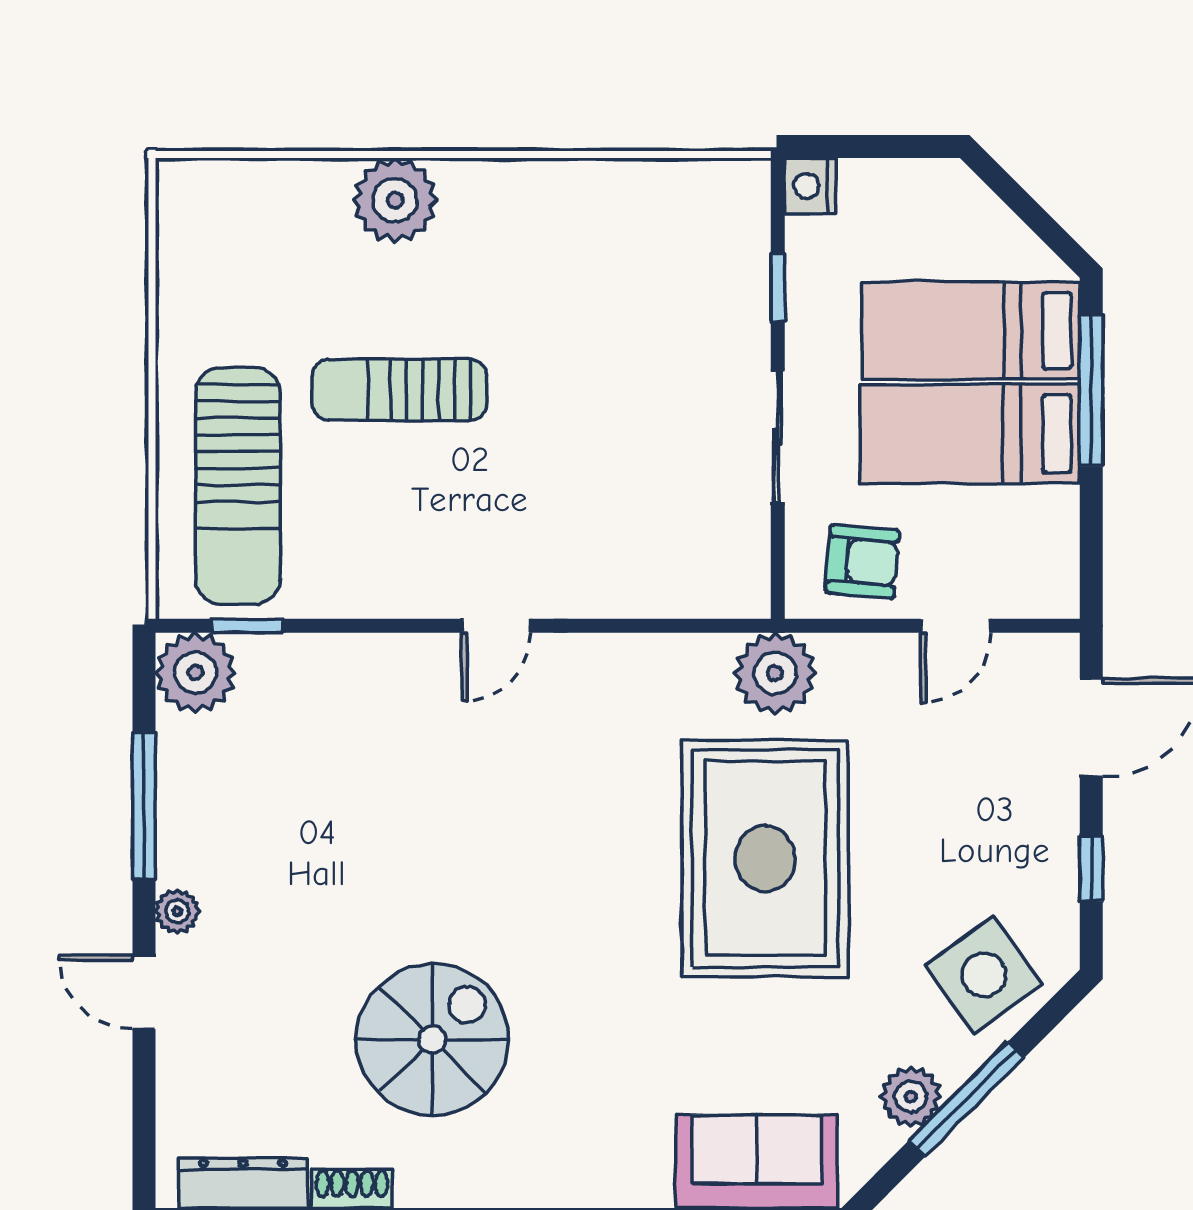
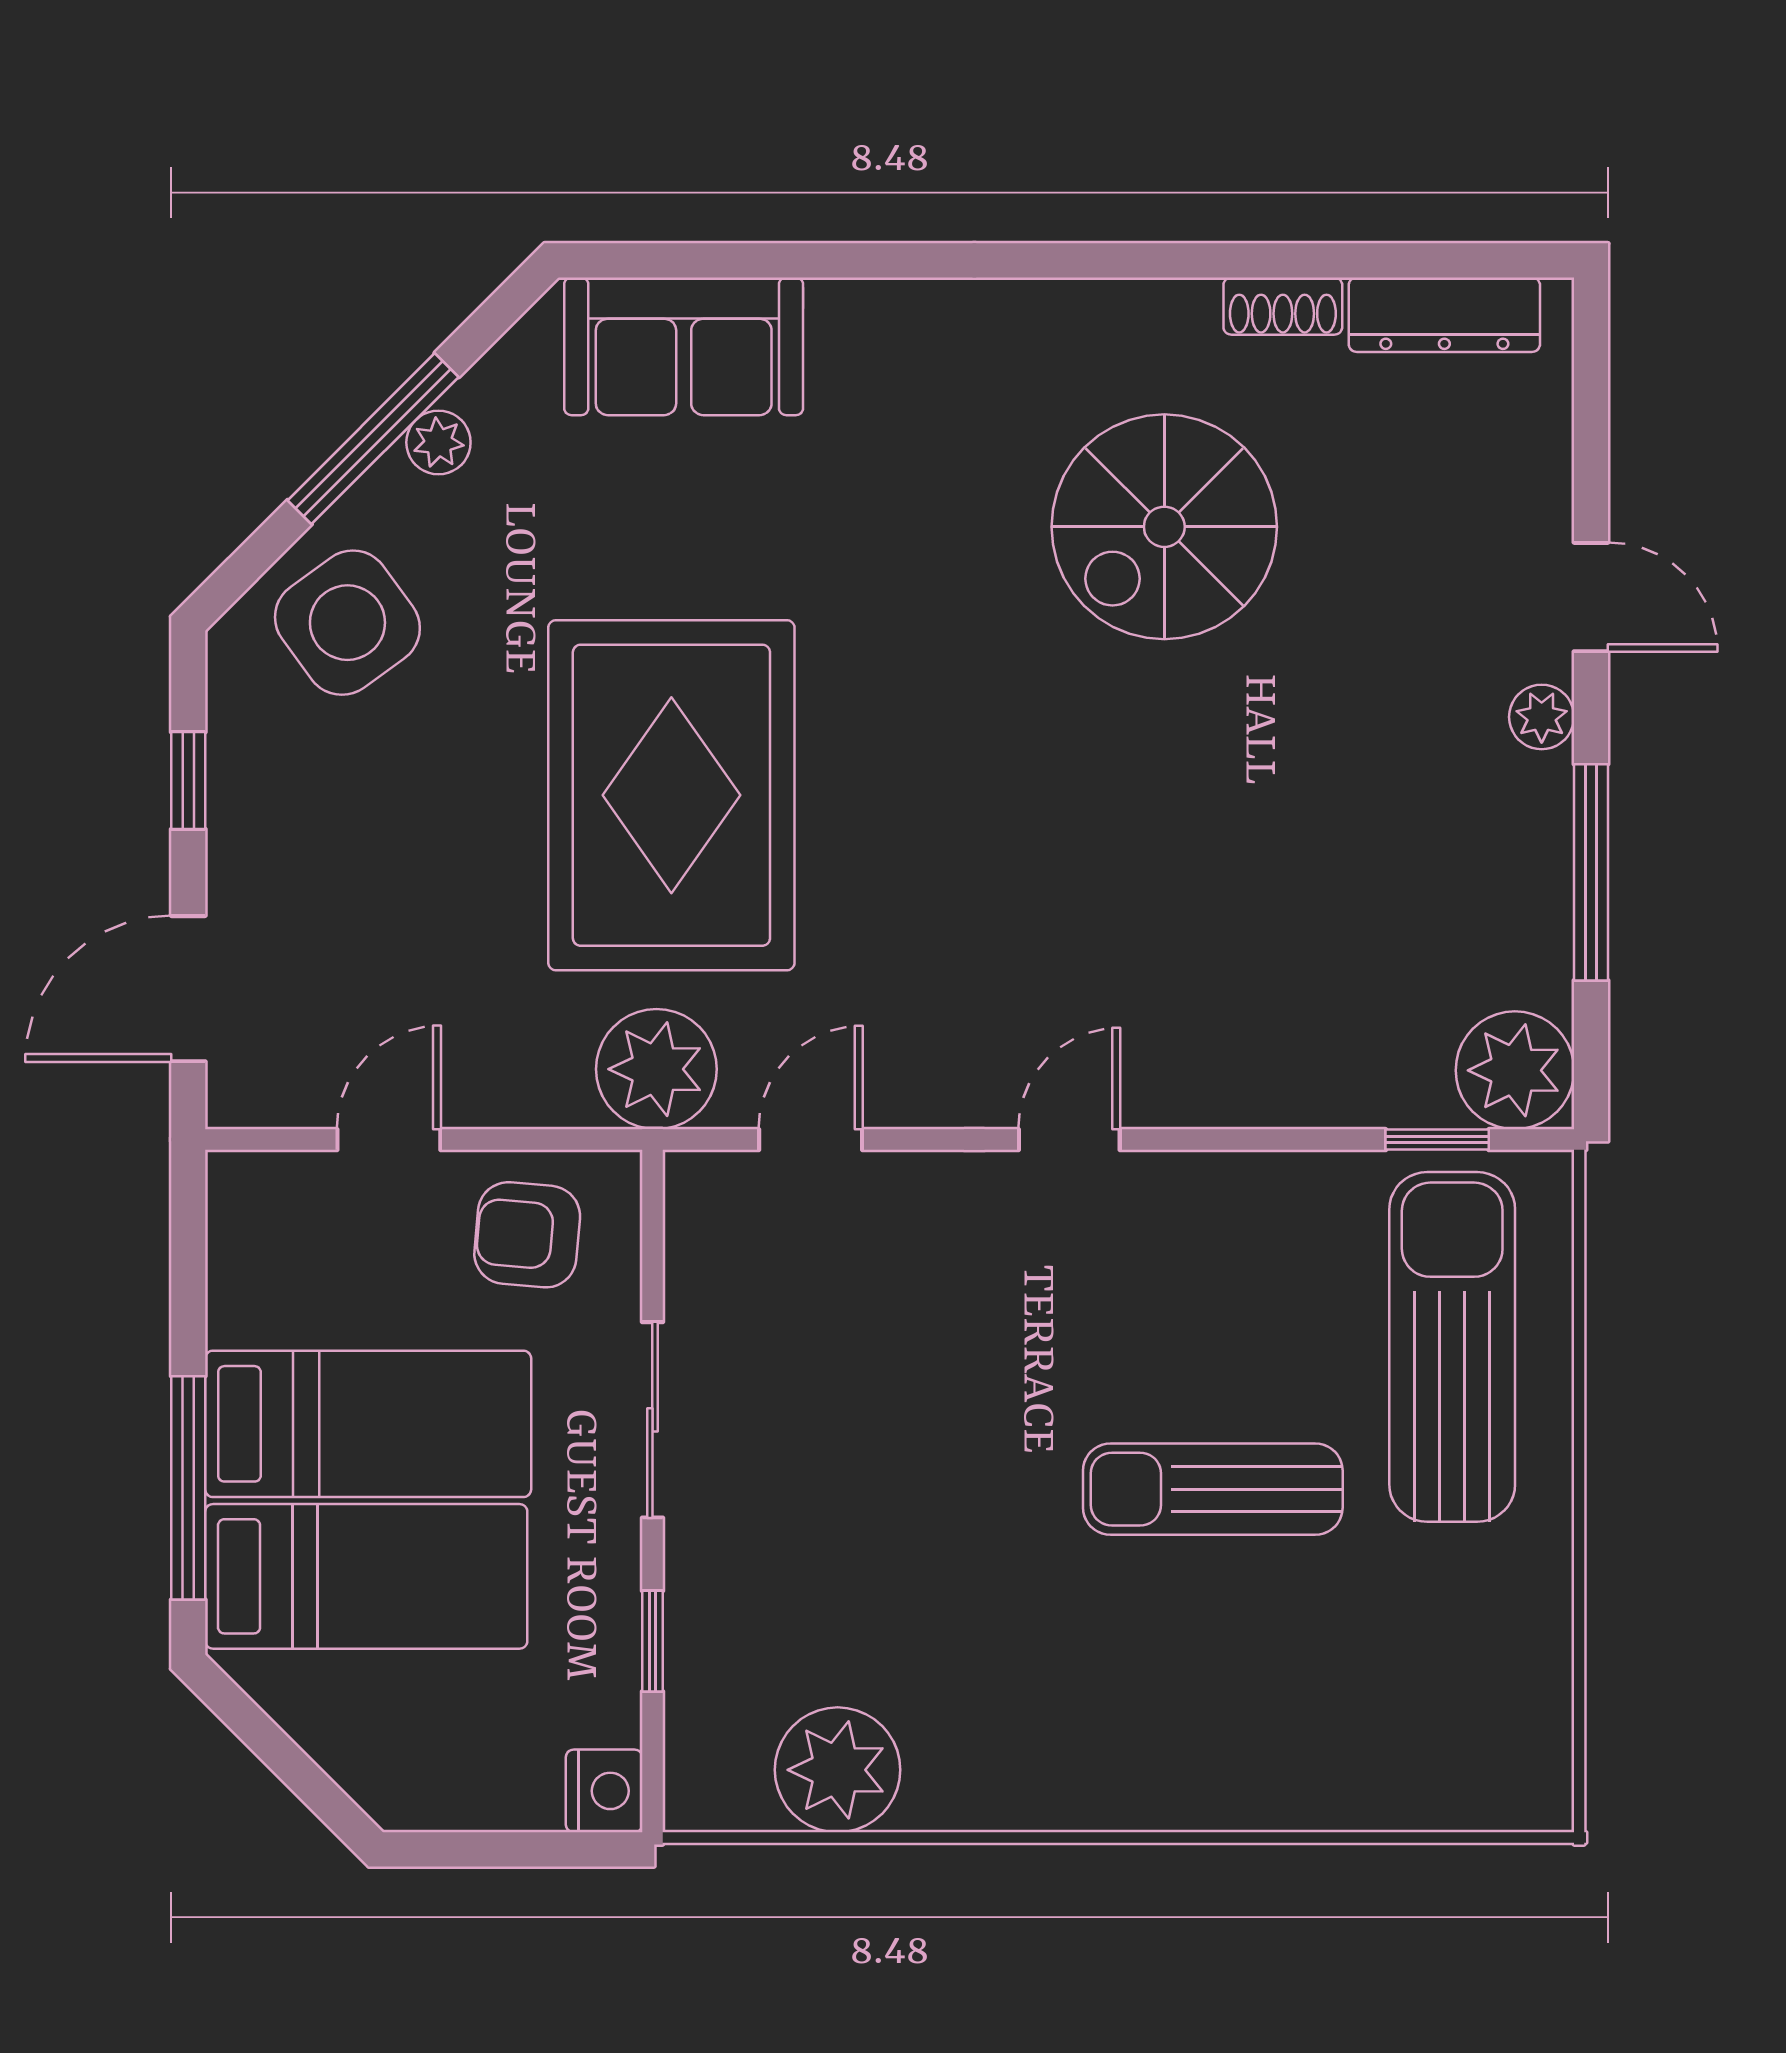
plant: (395, 200) -> (838, 1770), moved
sun lounger: (399, 390) -> (1213, 1489), turned 180
door: (671, 626) -> (811, 1140), added
plant: (911, 1097) -> (438, 442), width x0.73, depth x0.73

